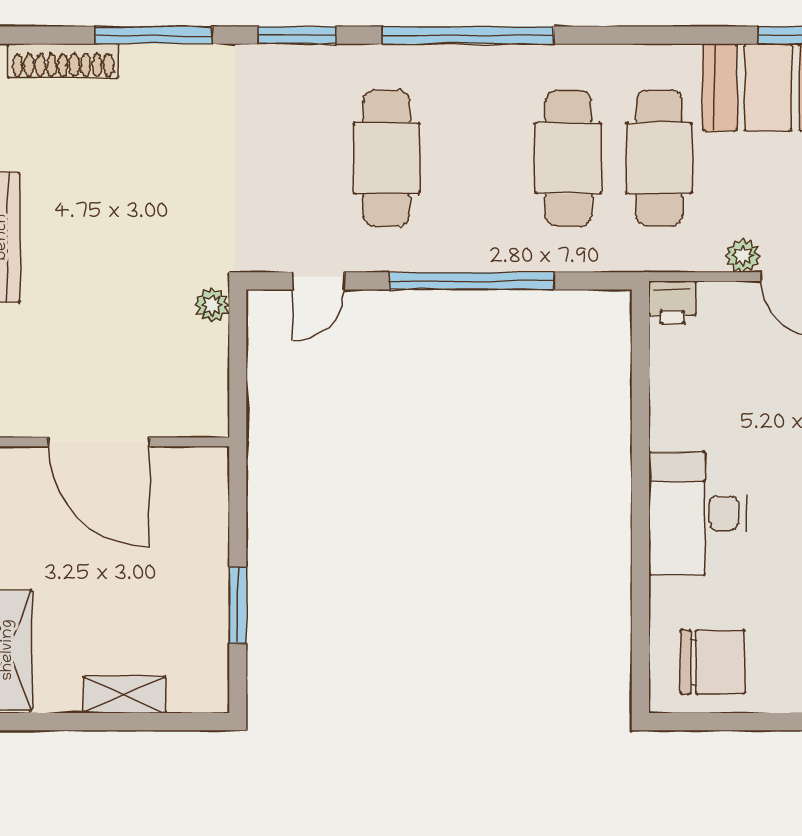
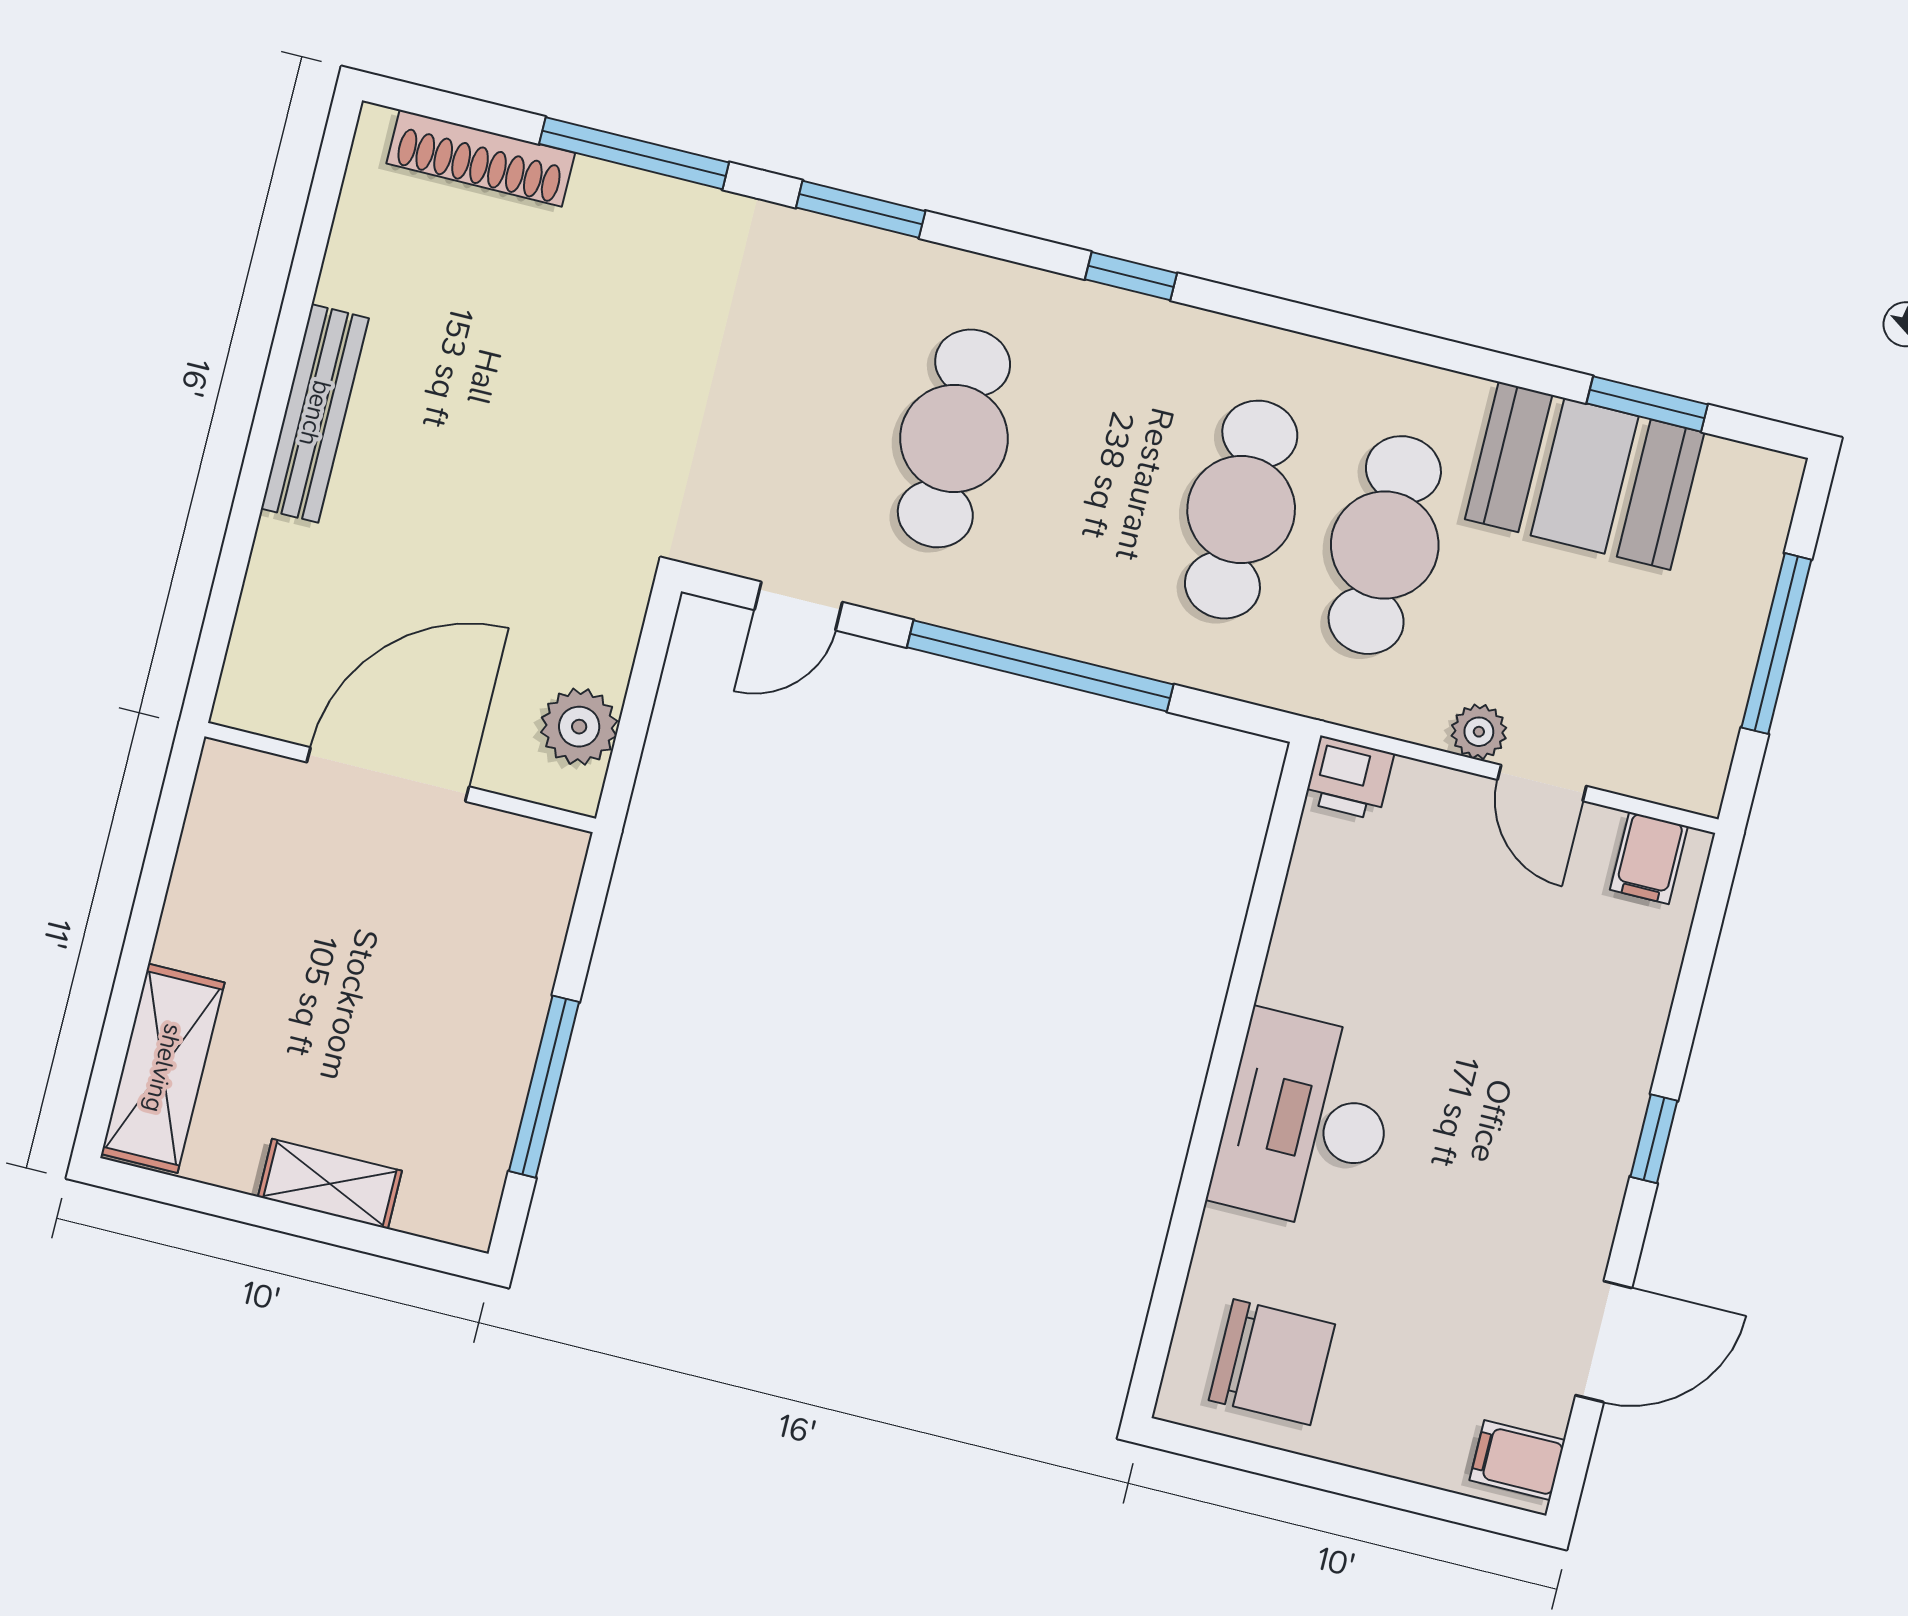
window: (468, 35) -> (1131, 276), width x0.32
plant: (212, 305) -> (579, 727), moved, width x1.38, depth x1.38
door: (99, 442) -> (388, 774), swing flipped
window: (238, 605) -> (544, 1087), width x1.44

